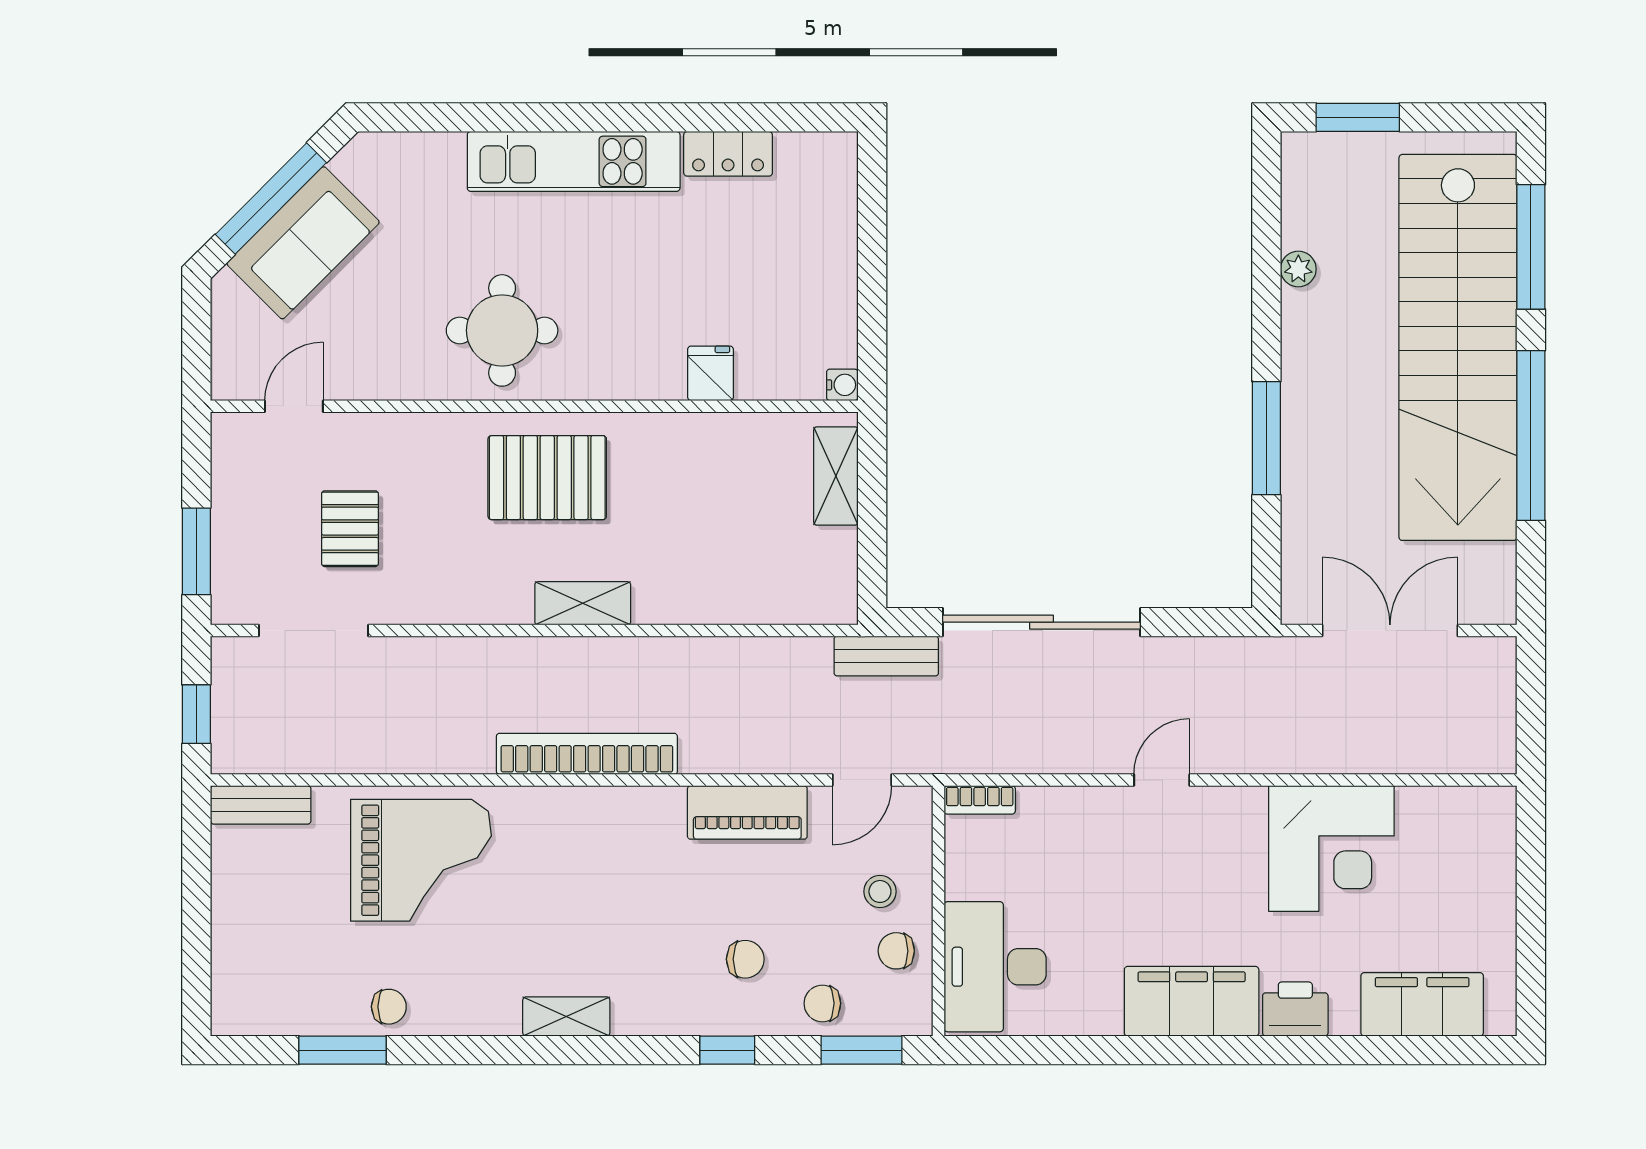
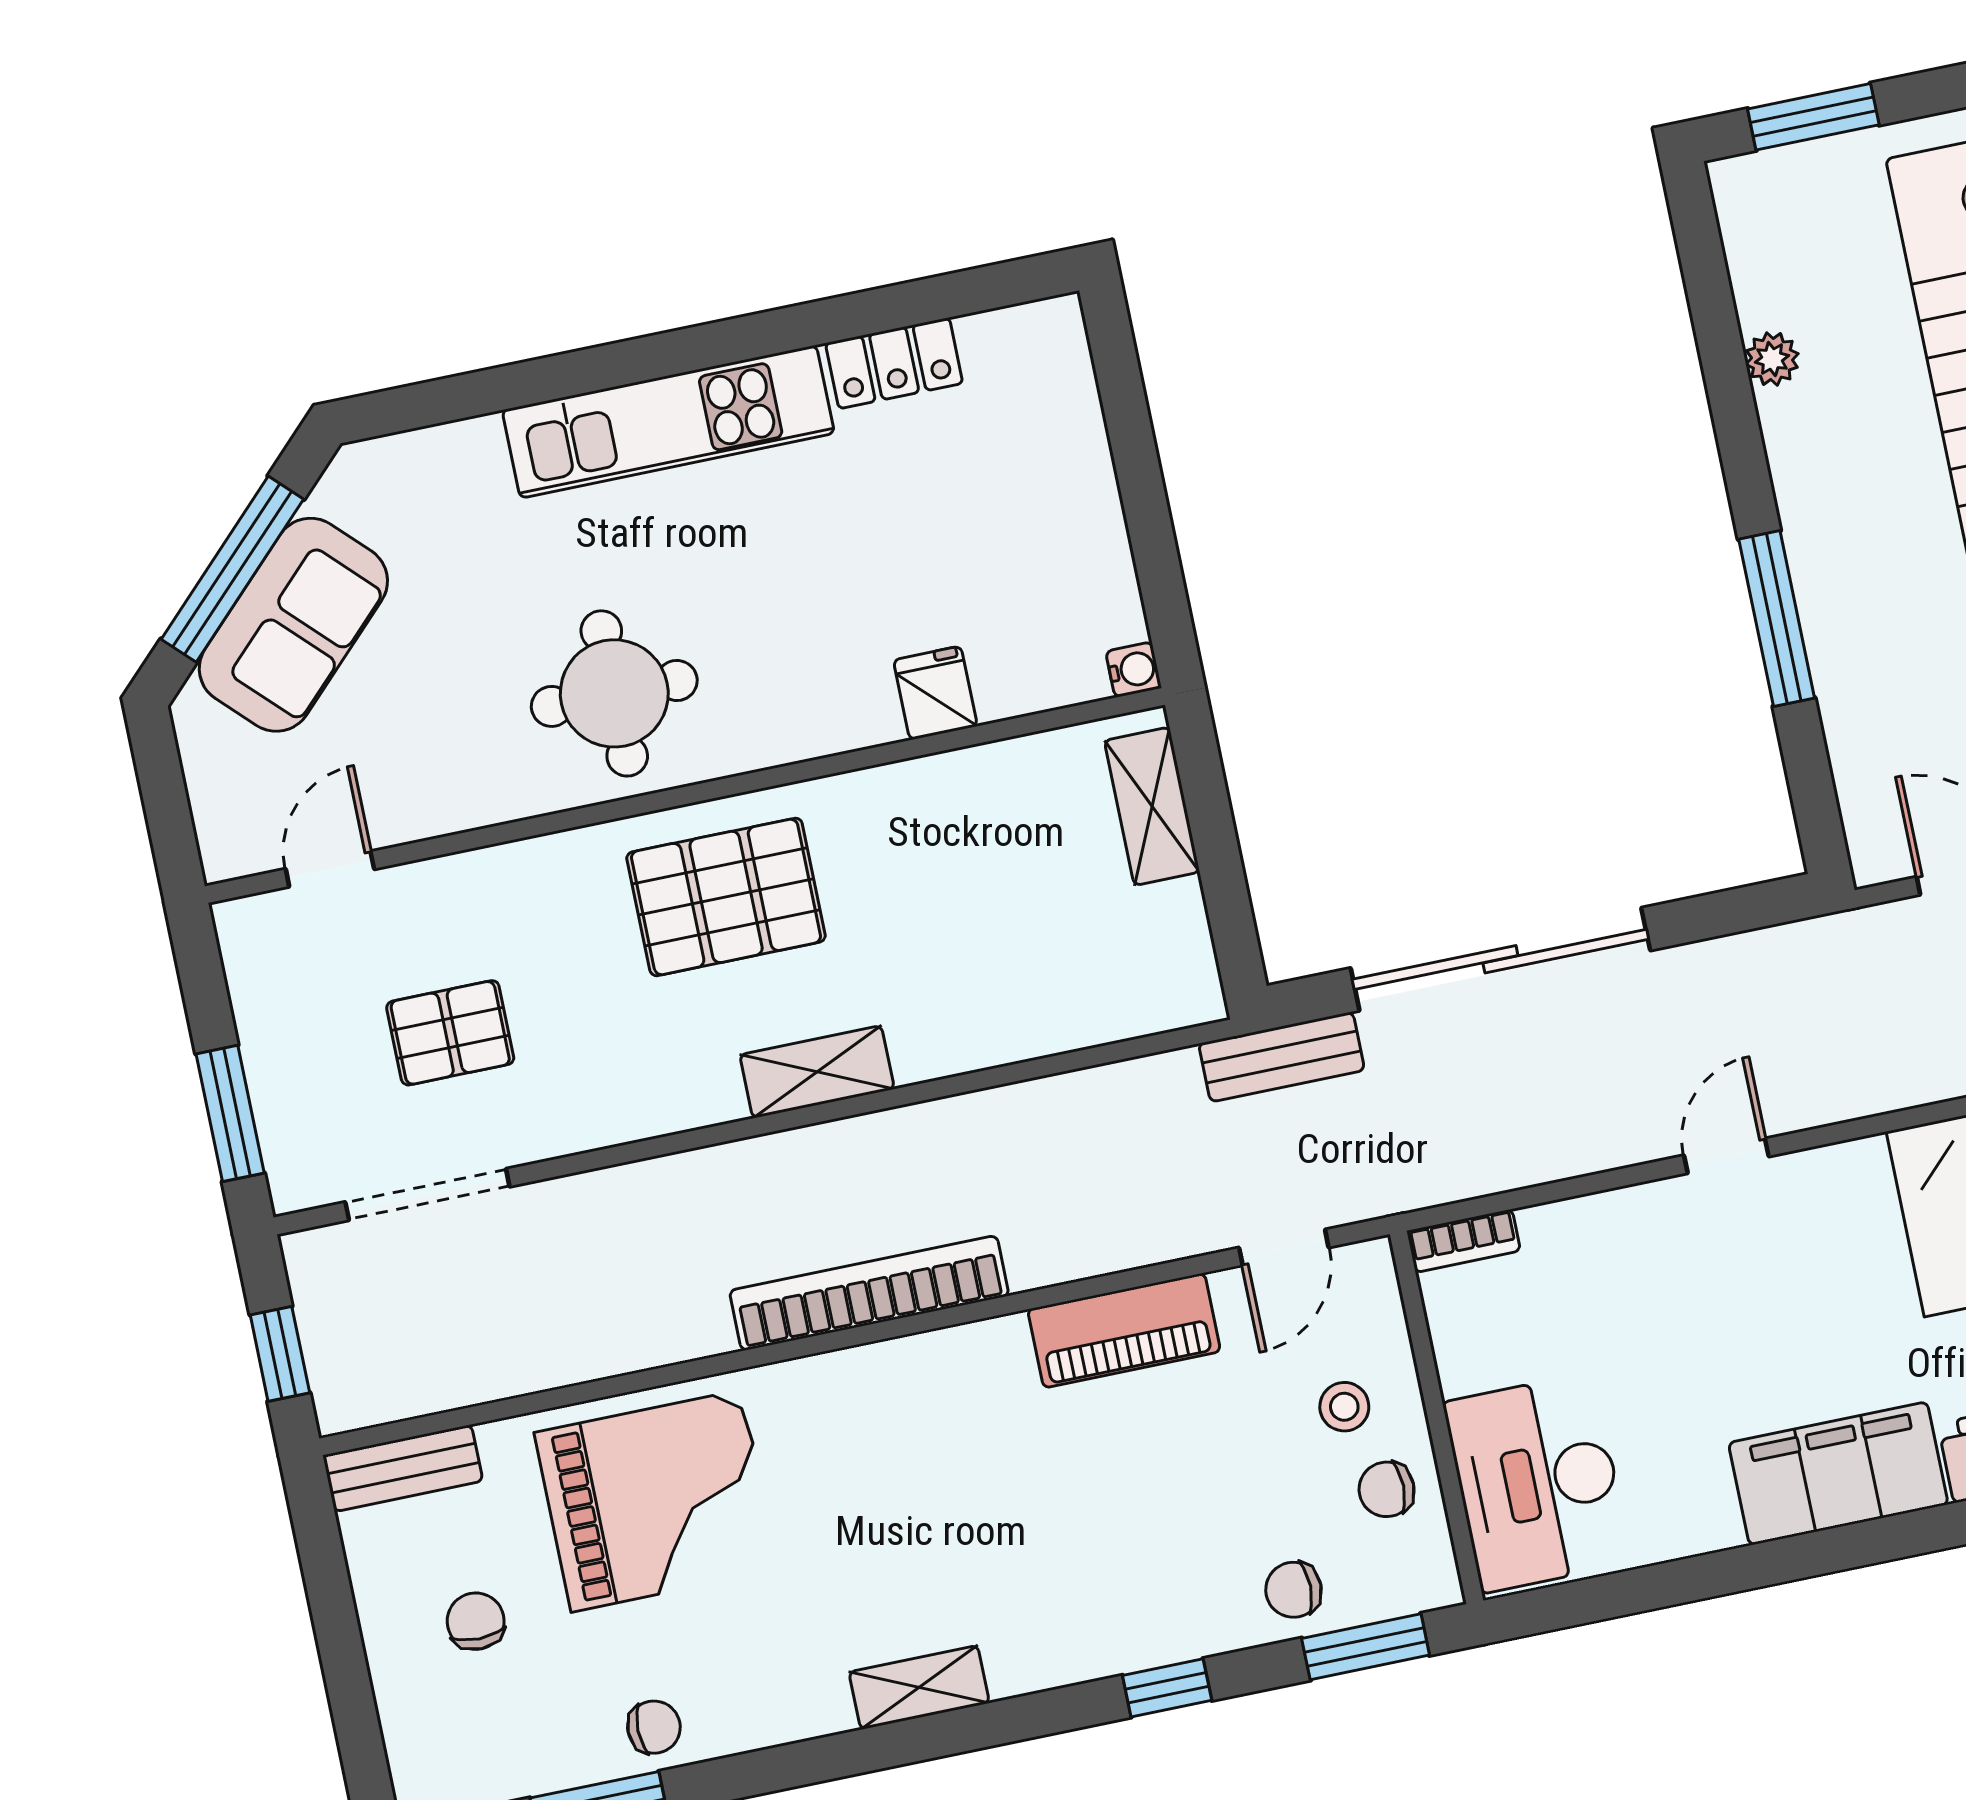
pallet: (350, 529) -> (450, 1033), turned 90
chair: (745, 959) -> (476, 1621), moved, turned -90

